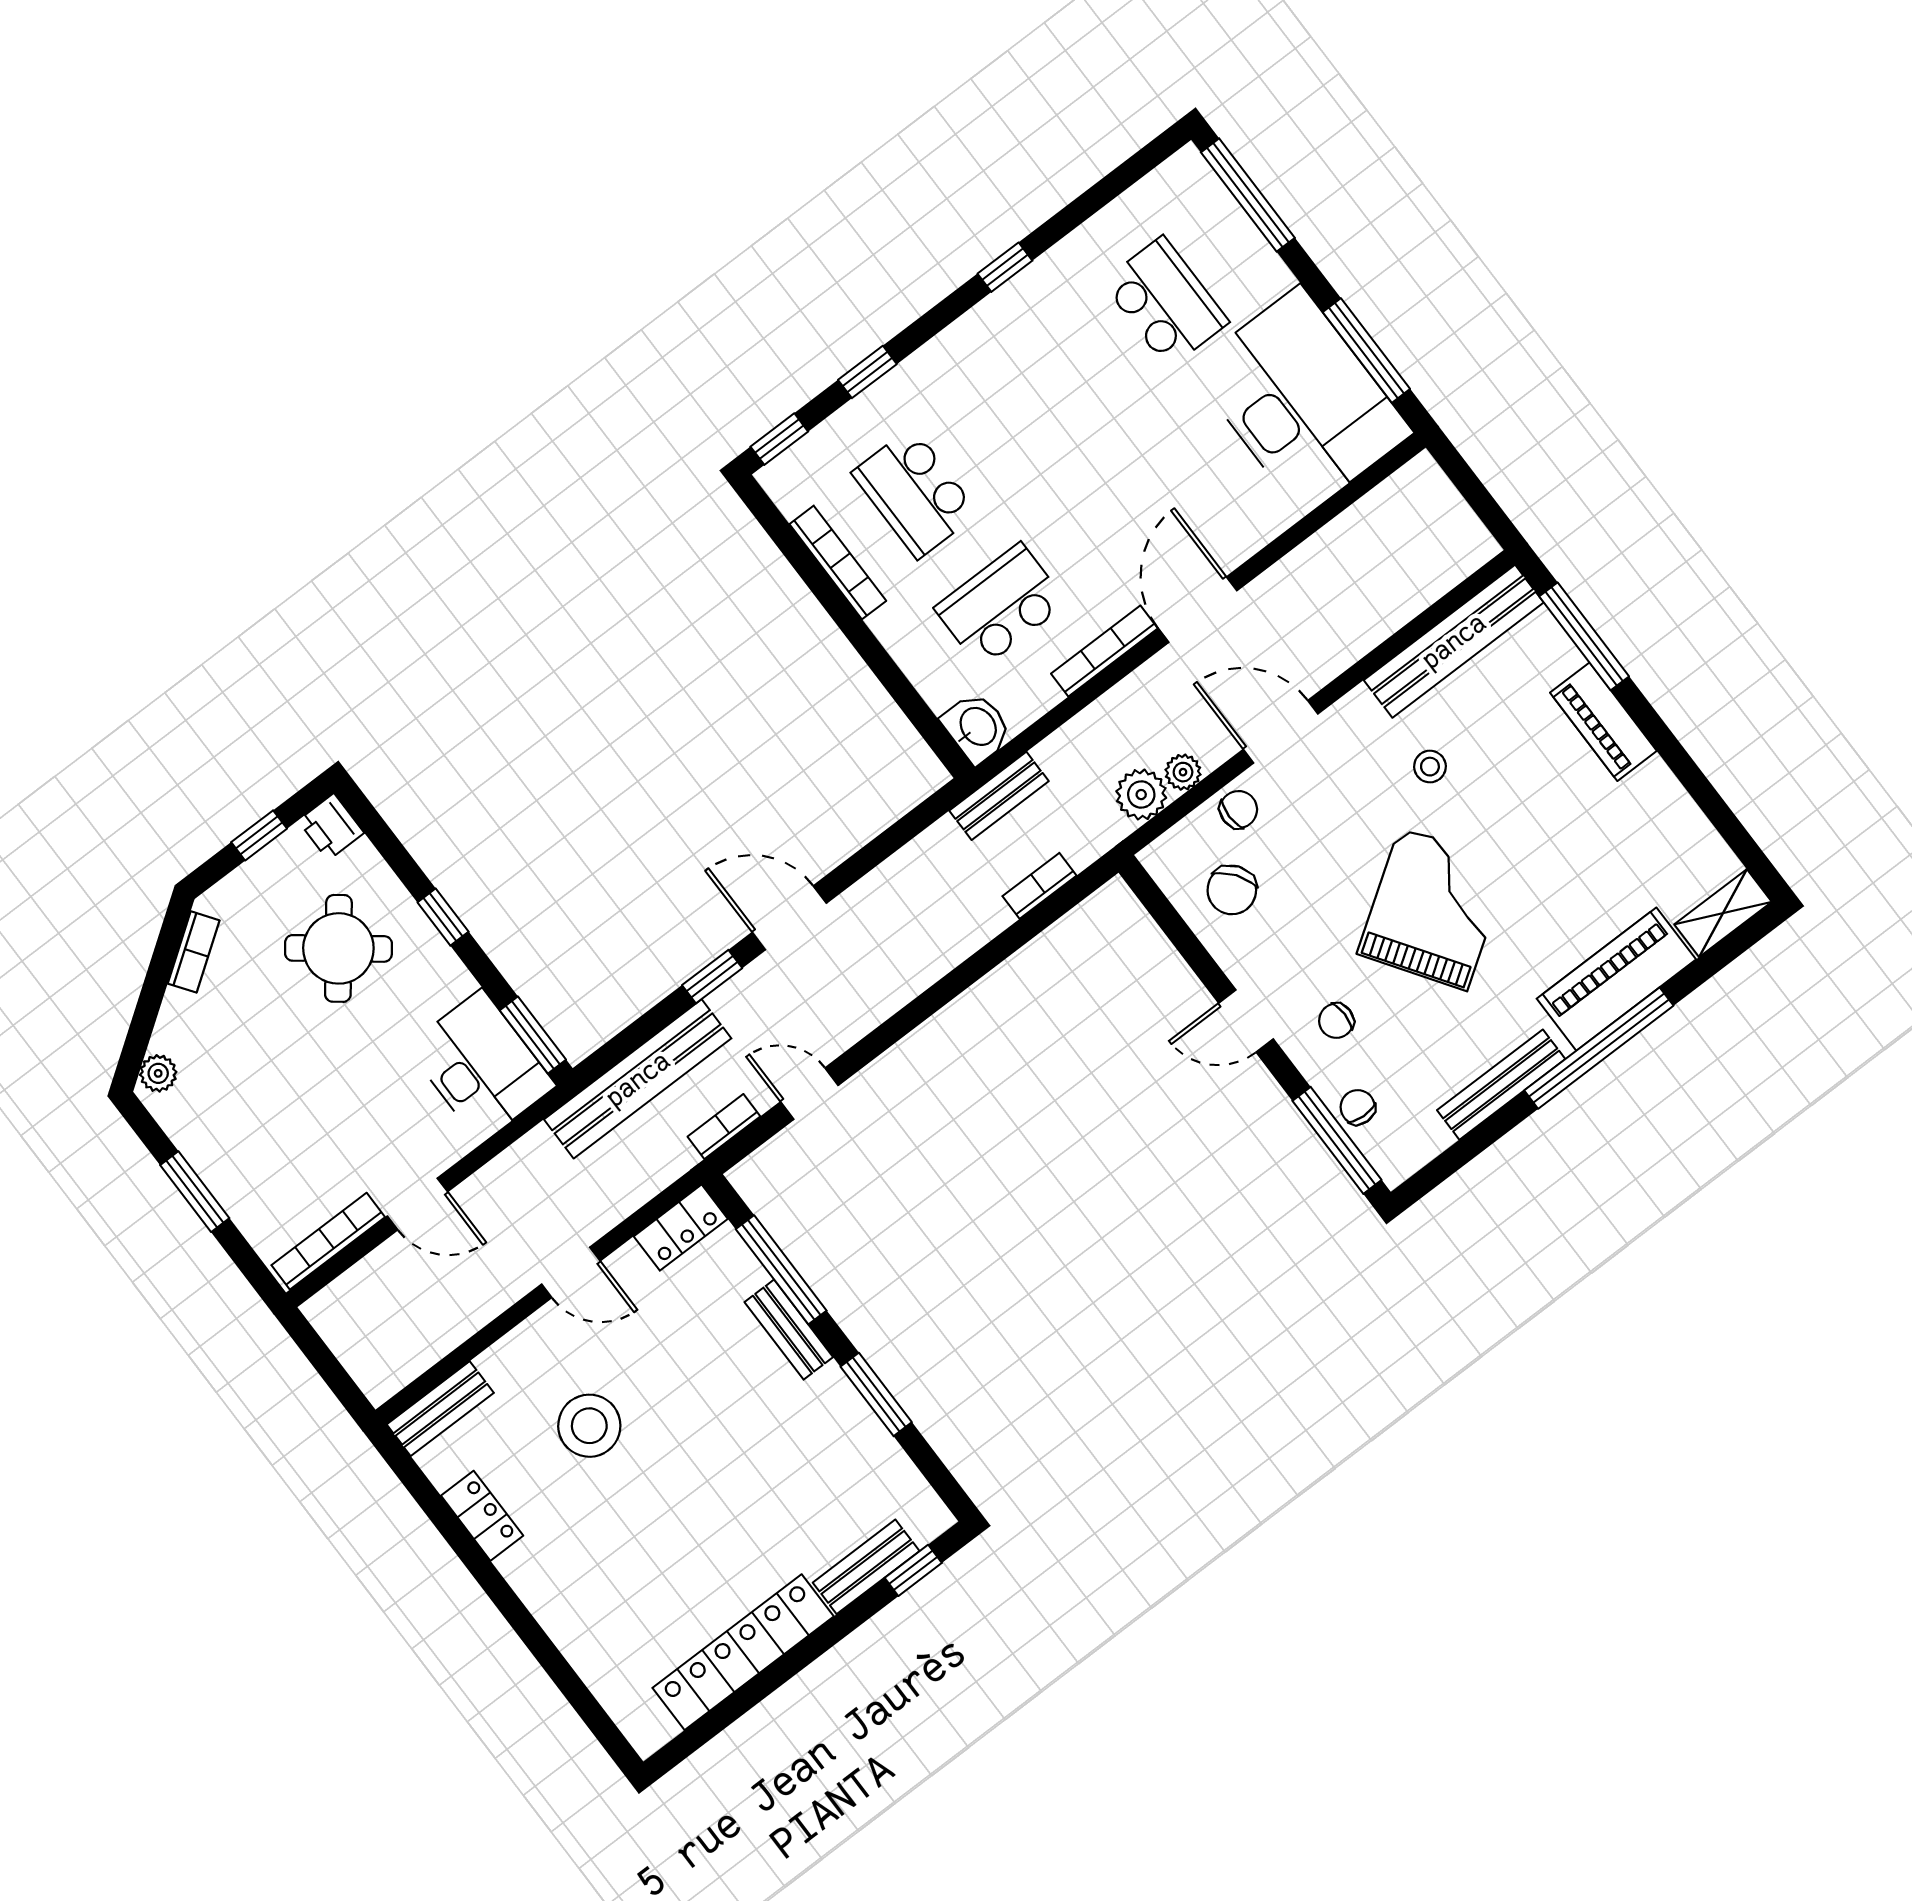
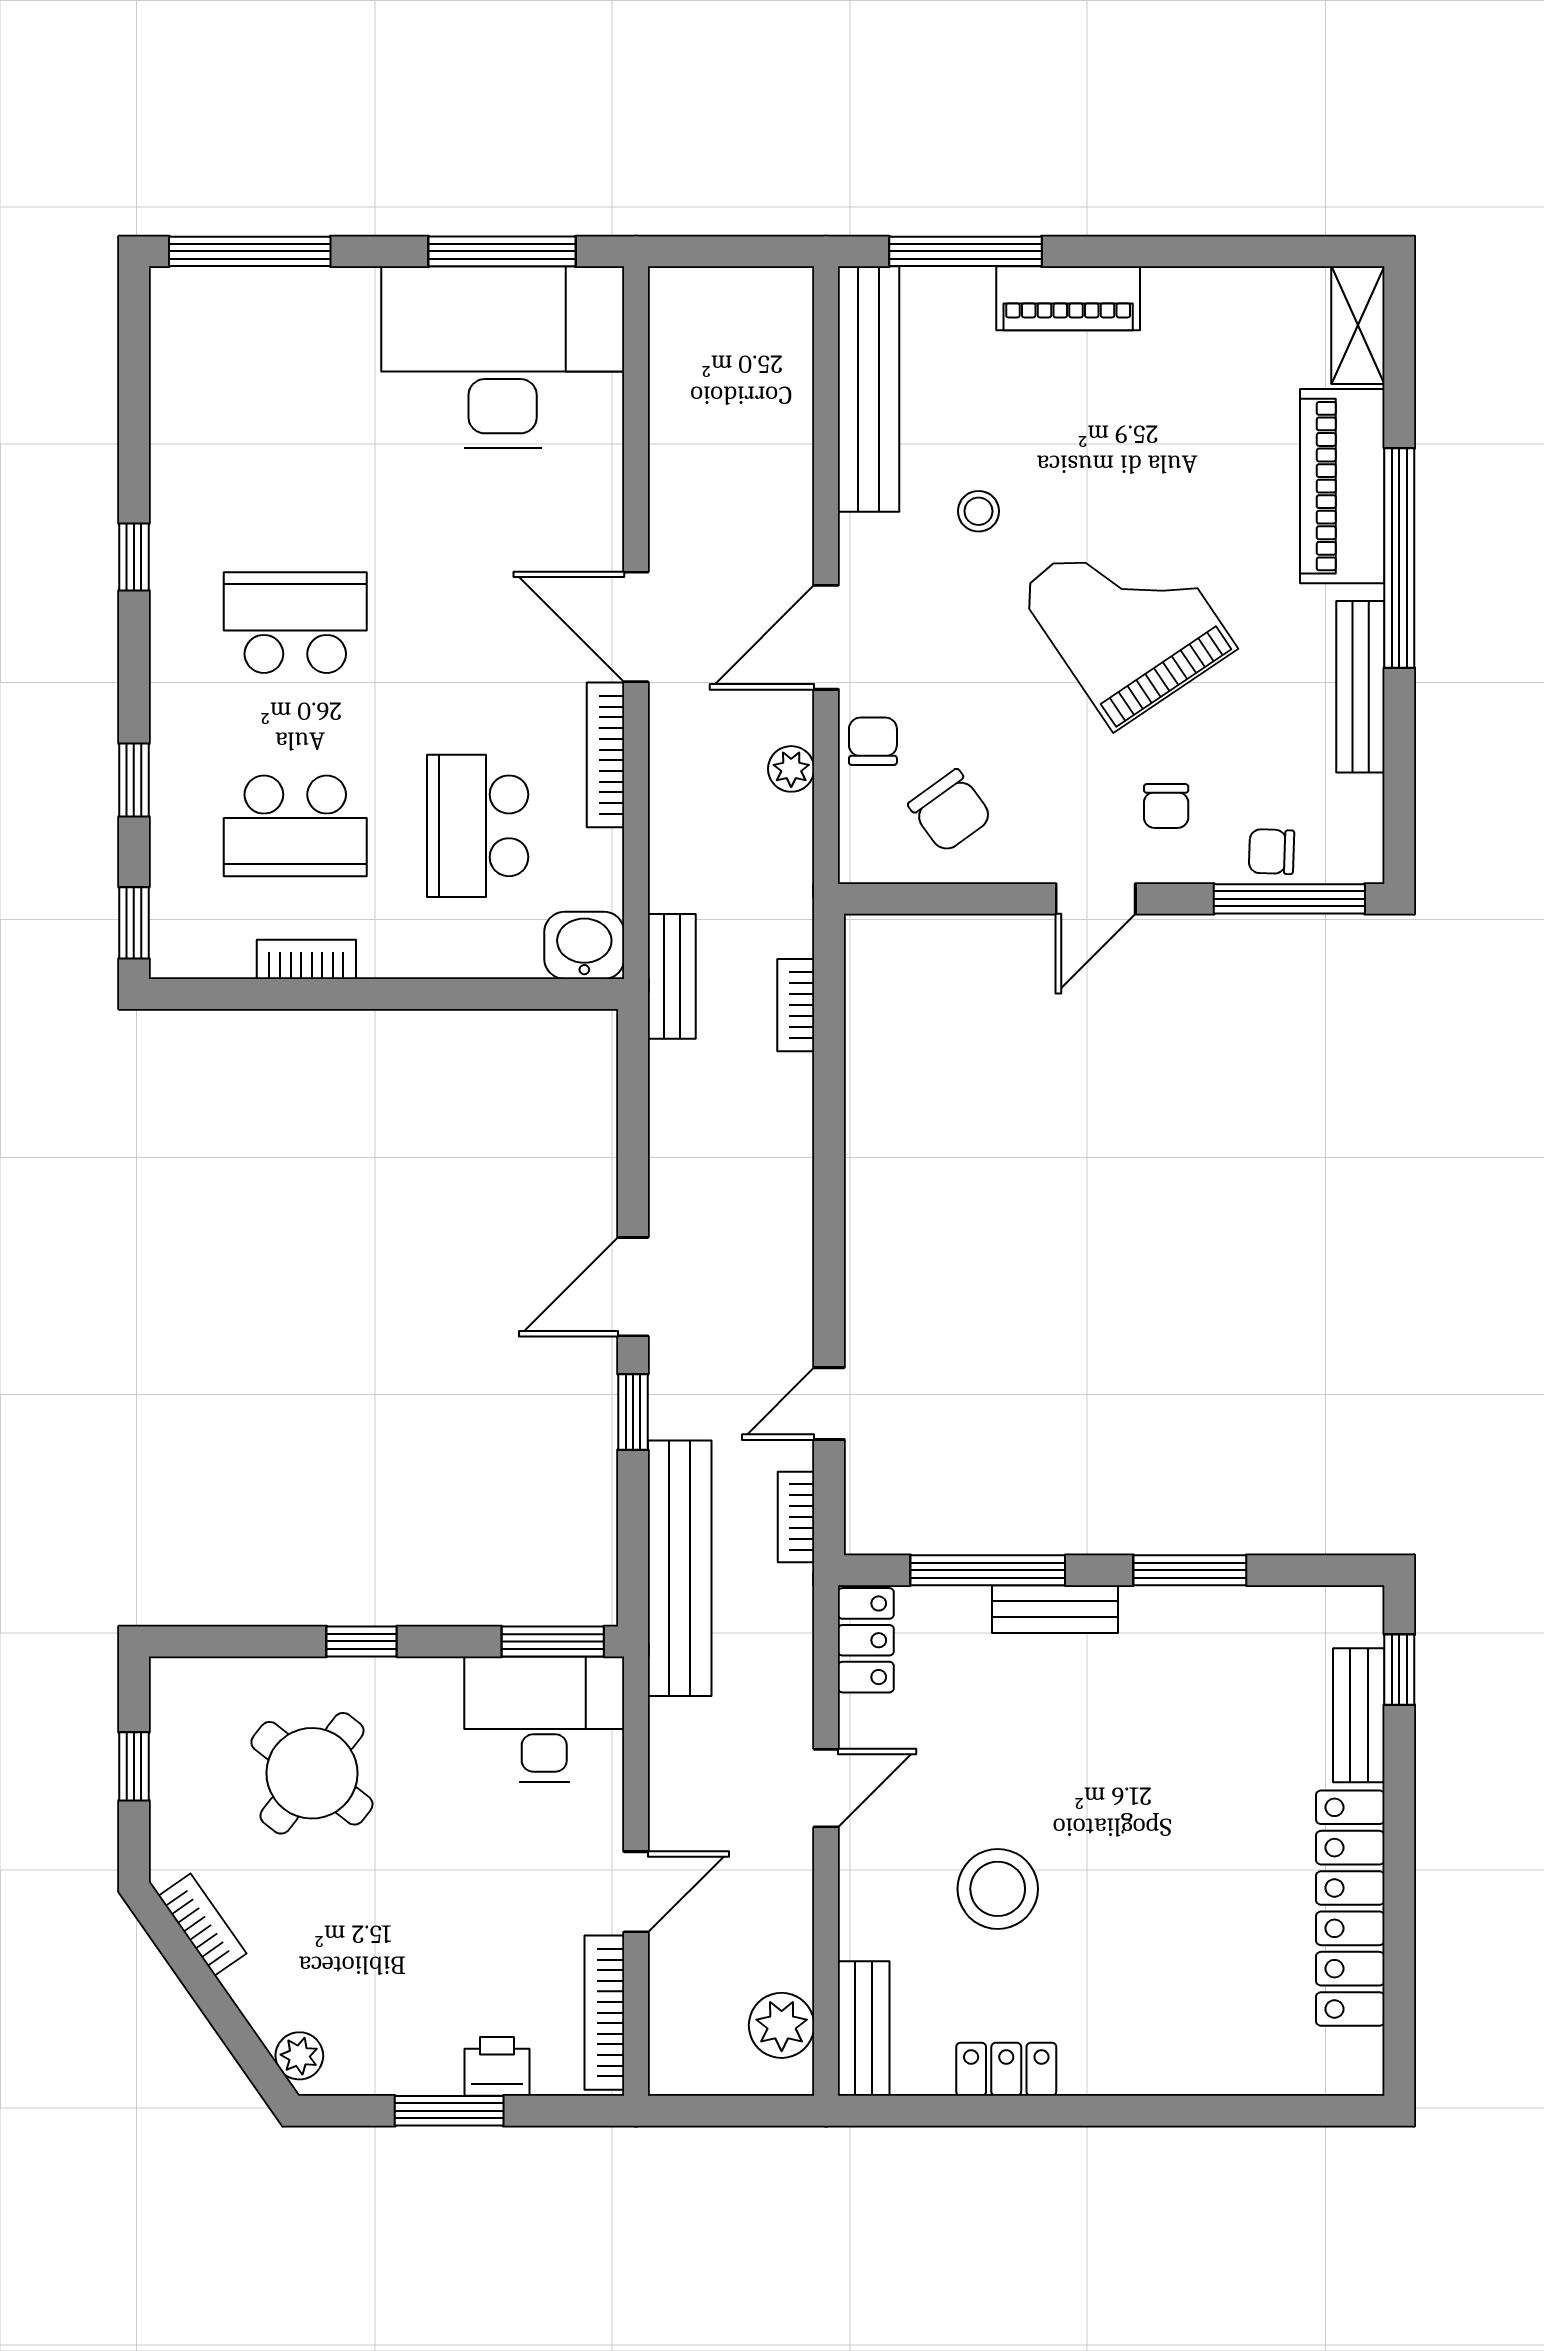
school desk: (1166, 302) -> (295, 623), moved
bookcase: (838, 562) -> (306, 959), width x0.64
plant: (1141, 795) -> (782, 2025), moved
printer: (331, 827) -> (497, 2066), moved, turned 180

